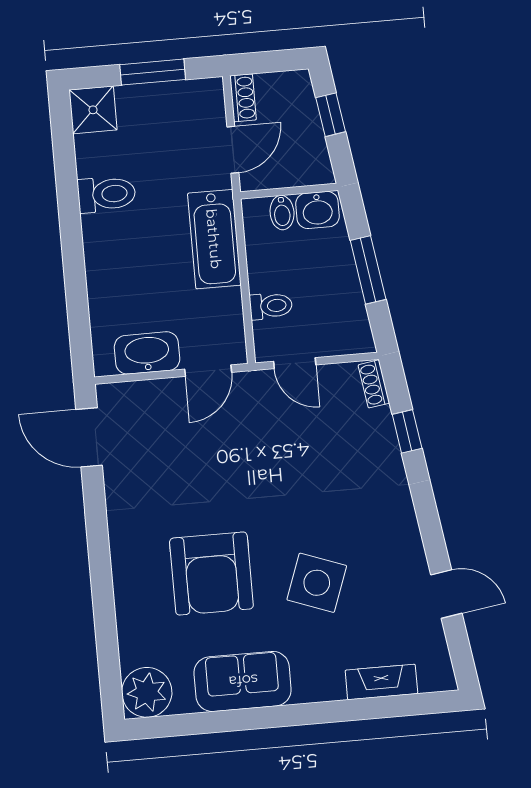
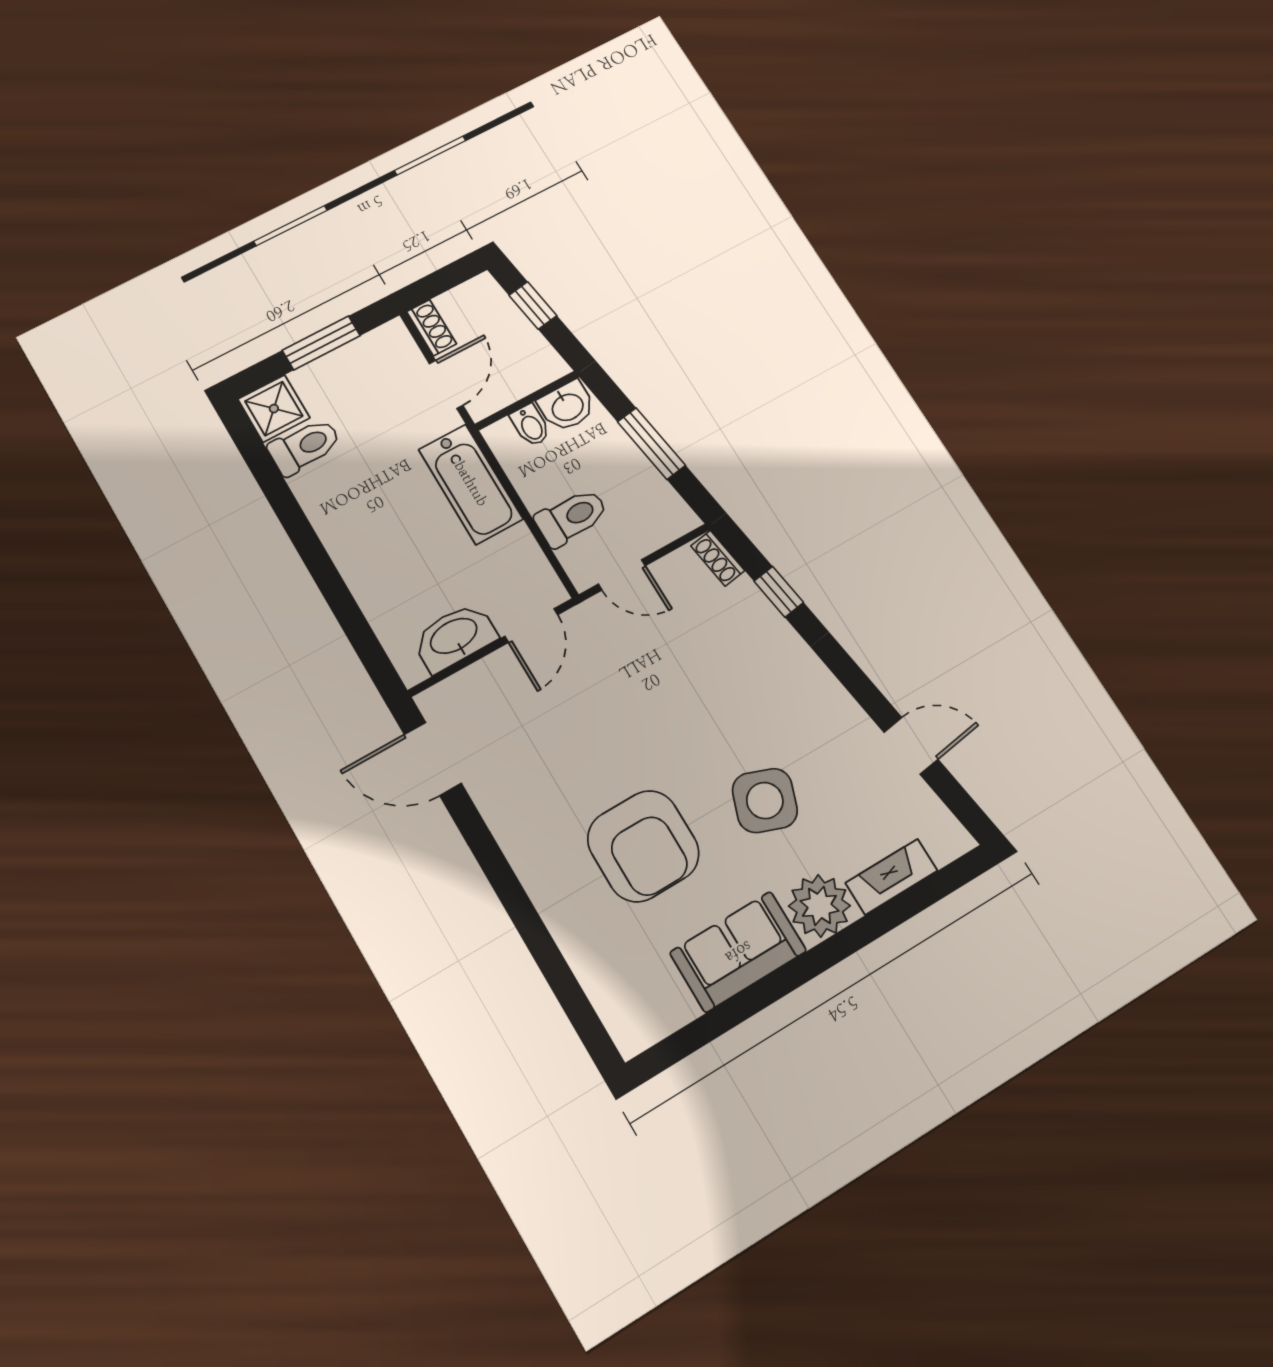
toilet: (107, 194) -> (305, 446), moved
toilet: (271, 306) -> (572, 517), width x1.37, depth x1.39
plant: (147, 692) -> (820, 906), moved

